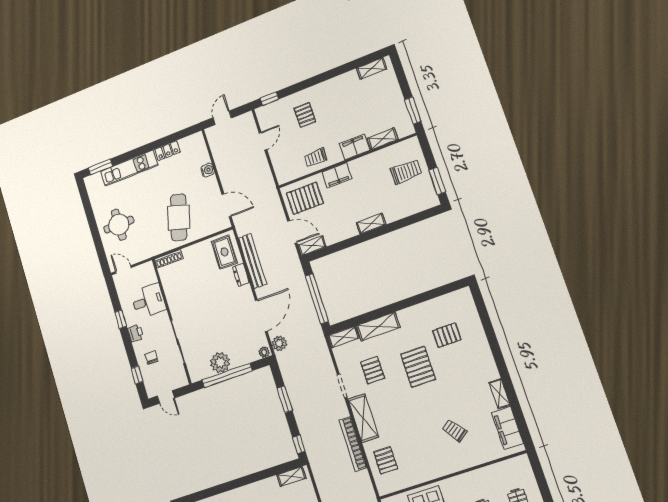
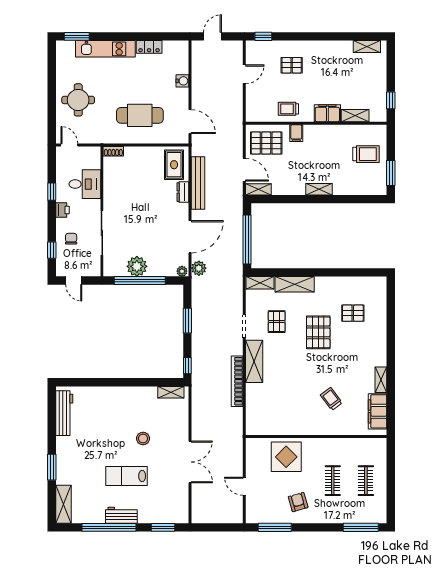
window: (413, 110) -> (391, 100), width x0.67
pallet: (305, 115) -> (292, 65), turned 90
filing cabinet: (337, 175) -> (296, 133), width x0.50
cafe table: (179, 217) -> (140, 115), turned 74
shoe rack: (169, 259) -> (113, 151), width x0.70
pallet: (386, 460) -> (262, 405), removed

